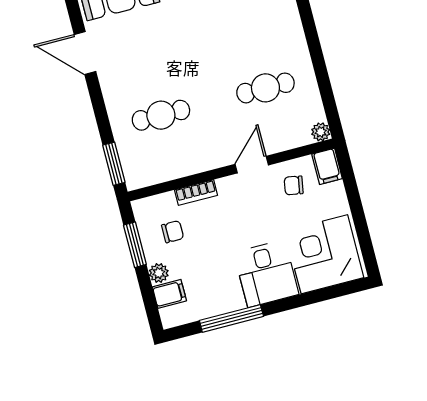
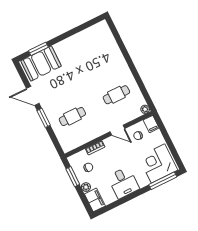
window: (114, 164) -> (44, 118), moved
door: (252, 165) -> (117, 130), swing flipped
desk: (266, 273) -> (123, 183), moved
filing cabinet: (169, 294) -> (95, 200), width x2.00
window: (231, 318) -> (163, 181), moved

